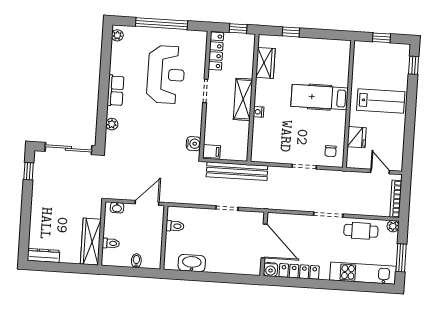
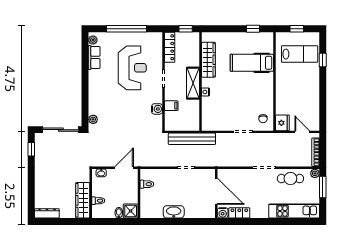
window: (291, 32) -> (253, 29), moved
wardrobe: (265, 63) -> (208, 60), width x1.50
window: (414, 65) -> (323, 60), moved
row of seats: (115, 91) -> (94, 57), moved
hospital bed: (320, 97) -> (252, 63), moved
lab bench: (381, 101) -> (300, 54), moved
plant: (112, 124) -> (93, 119), moved
fridge: (357, 137) -> (282, 123), moved
water cooler: (194, 144) -> (157, 109), moved
filing cabinet: (212, 151) -> (171, 106), moved
window: (401, 258) -> (323, 187), moved
shower: (152, 259) -> (131, 211), added
washbasin: (192, 263) -> (174, 212), moved
locker: (299, 271) -> (239, 213), width x0.66

